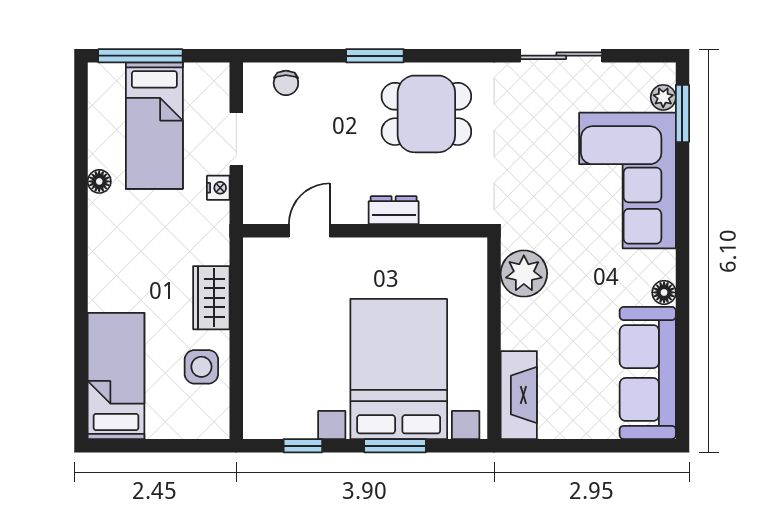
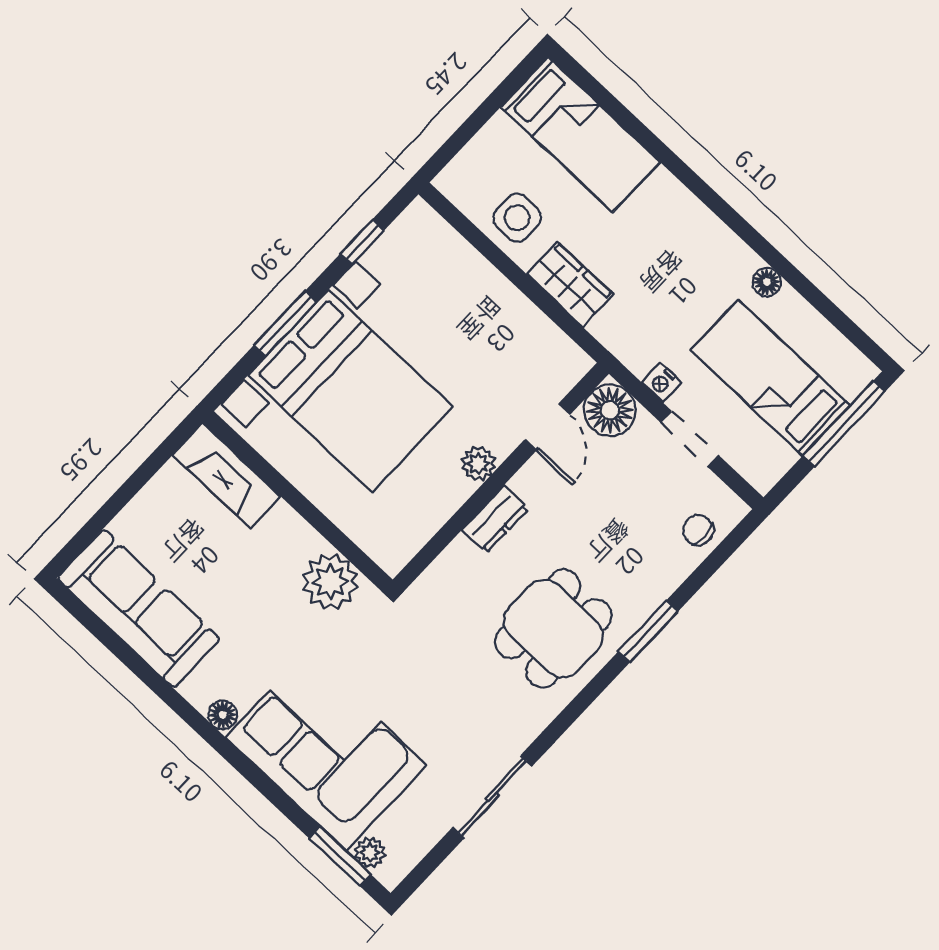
floor lamp: (264, 203) -> (610, 410), added
plant: (370, 252) -> (478, 463), added
floor lamp: (664, 292) -> (223, 715), moved

